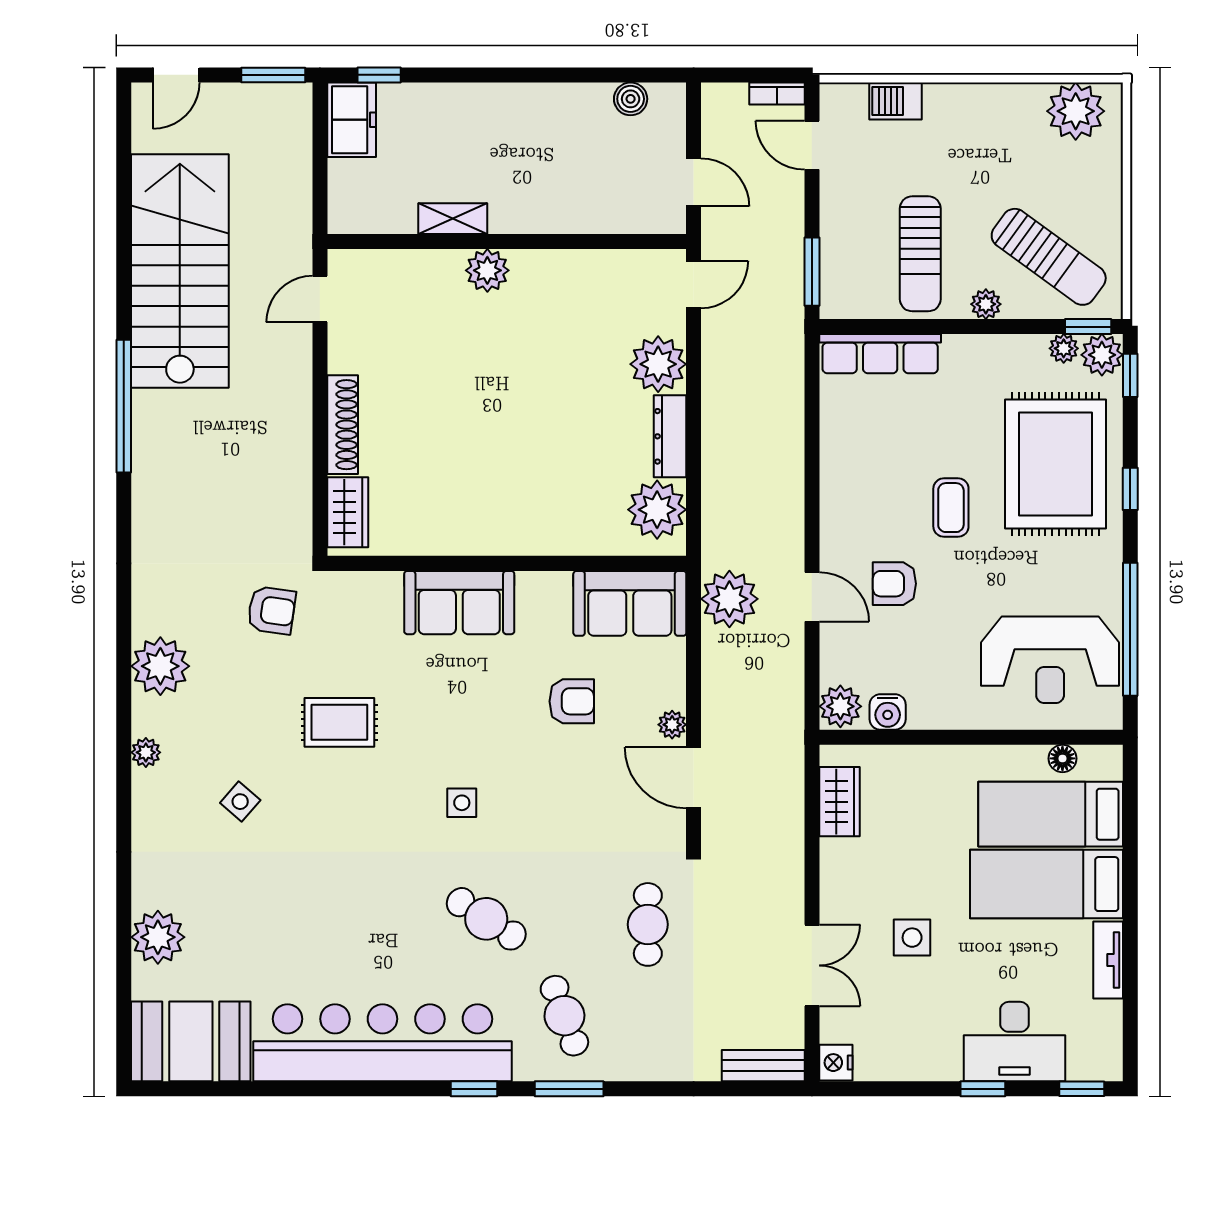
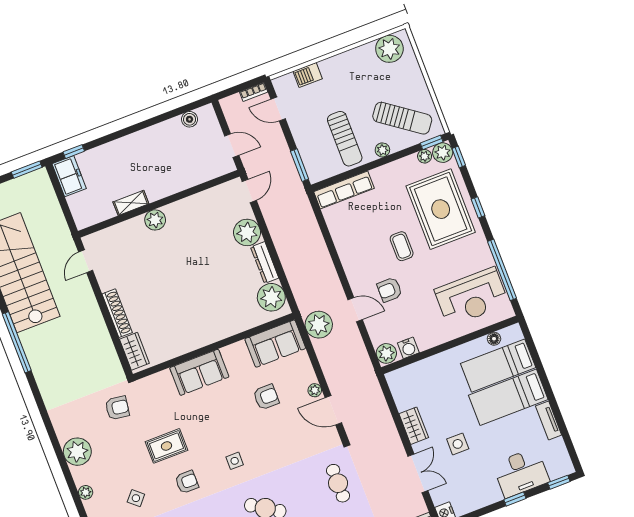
wardrobe: (840, 802) -> (414, 426), moved
armchair: (352, 808) -> (187, 482), added

